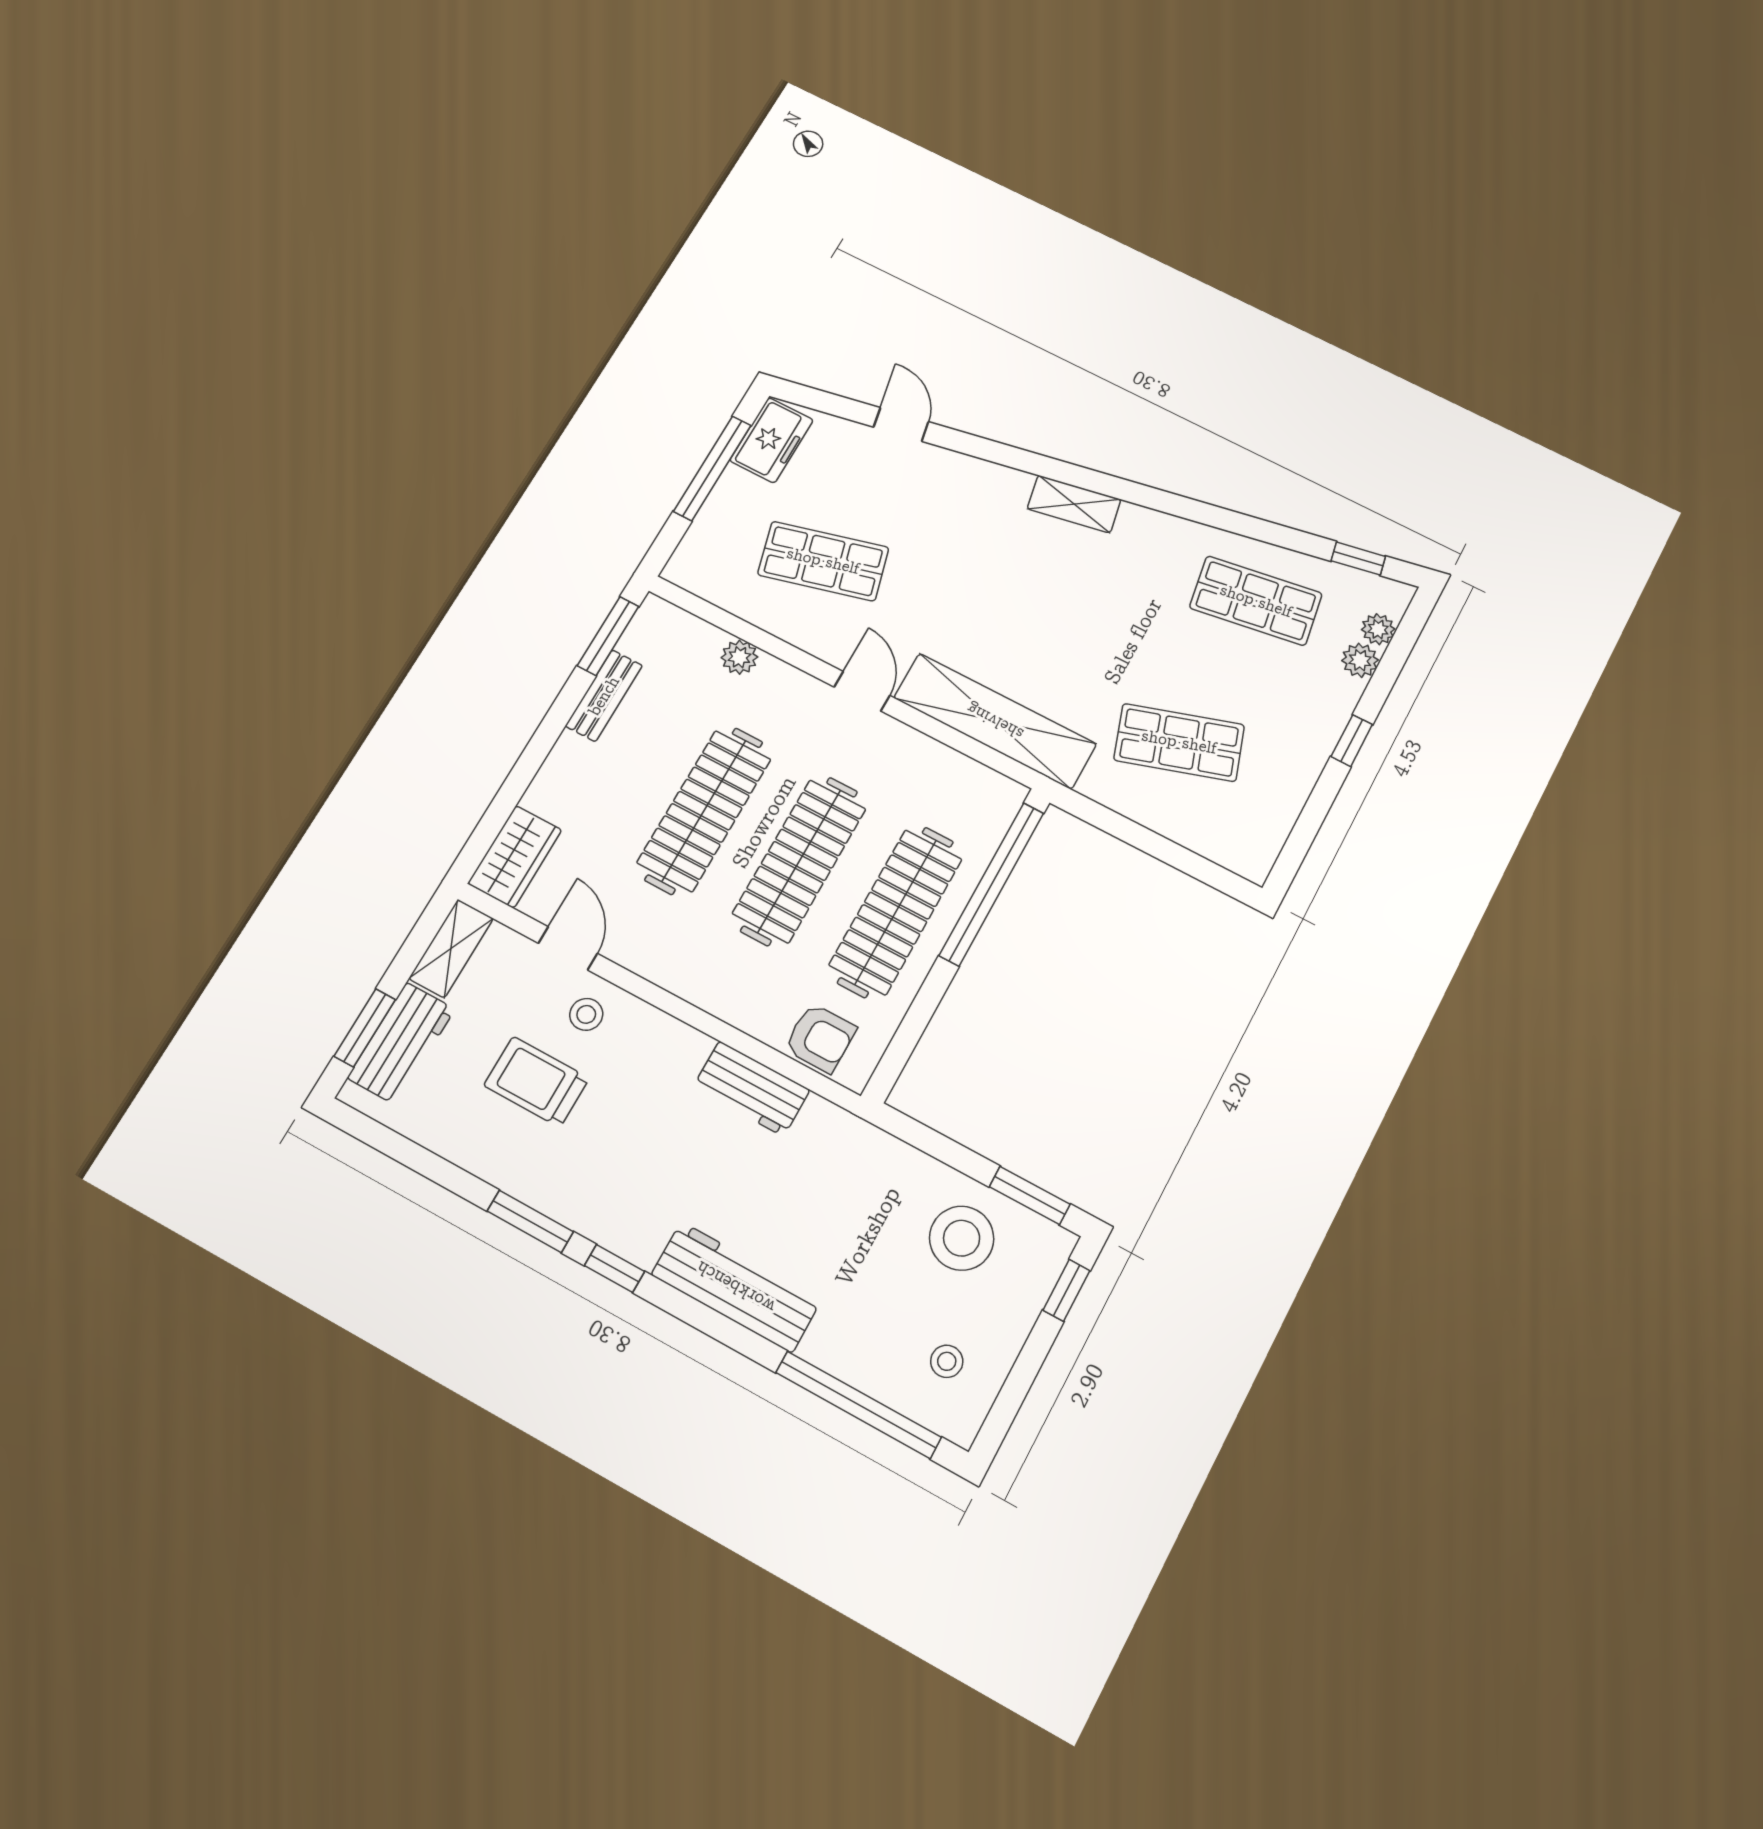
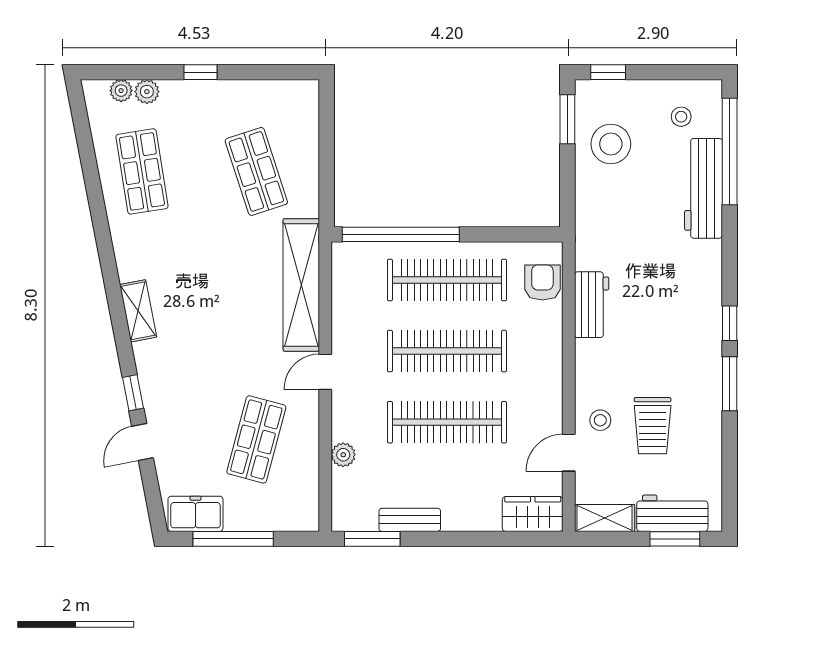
window: (1358, 559) -> (133, 393), moved
shop shelf: (823, 561) -> (256, 439), turned 30
workbench: (736, 1287) -> (704, 188), moved

